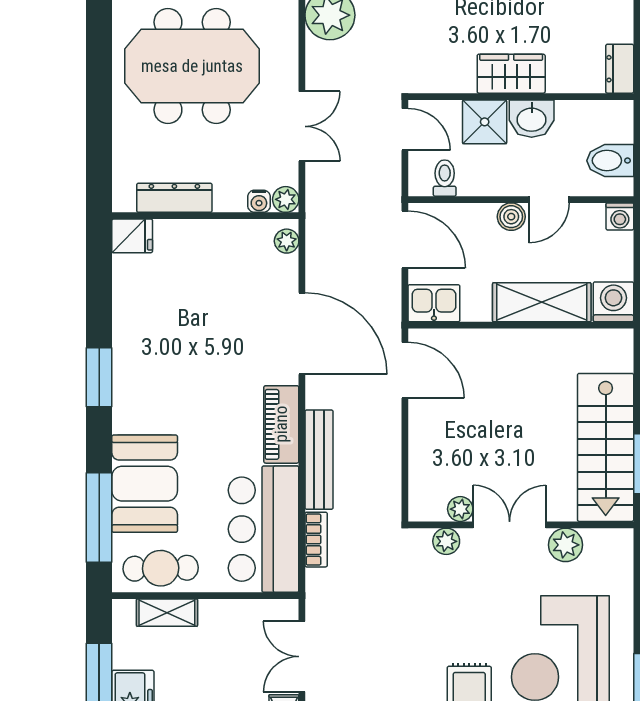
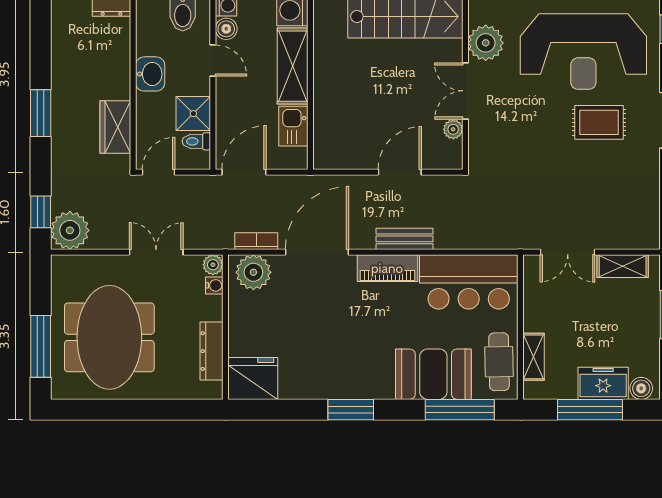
wardrobe: (511, 74) -> (115, 127), moved
shower: (485, 122) -> (193, 114), moved
boiler: (511, 217) -> (226, 29), moved
fridge: (132, 236) -> (253, 378), width x1.88, depth x1.34
plant: (287, 241) -> (253, 272), width x1.88, depth x1.88
kitchen sink: (434, 303) -> (293, 126), moved
door: (405, 370) -> (400, 172), moved
bench: (319, 460) -> (404, 239), width x0.73
bookcase: (316, 540) -> (256, 241), moved
plant: (446, 541) -> (478, 140), removed
plant: (566, 545) -> (486, 43), width x1.36, depth x1.36

